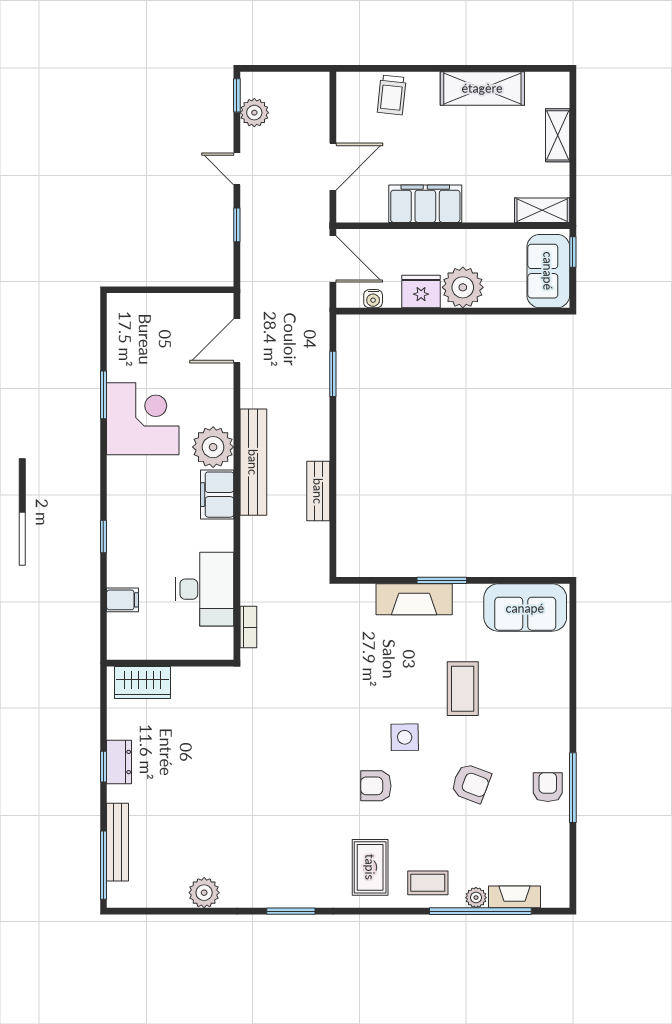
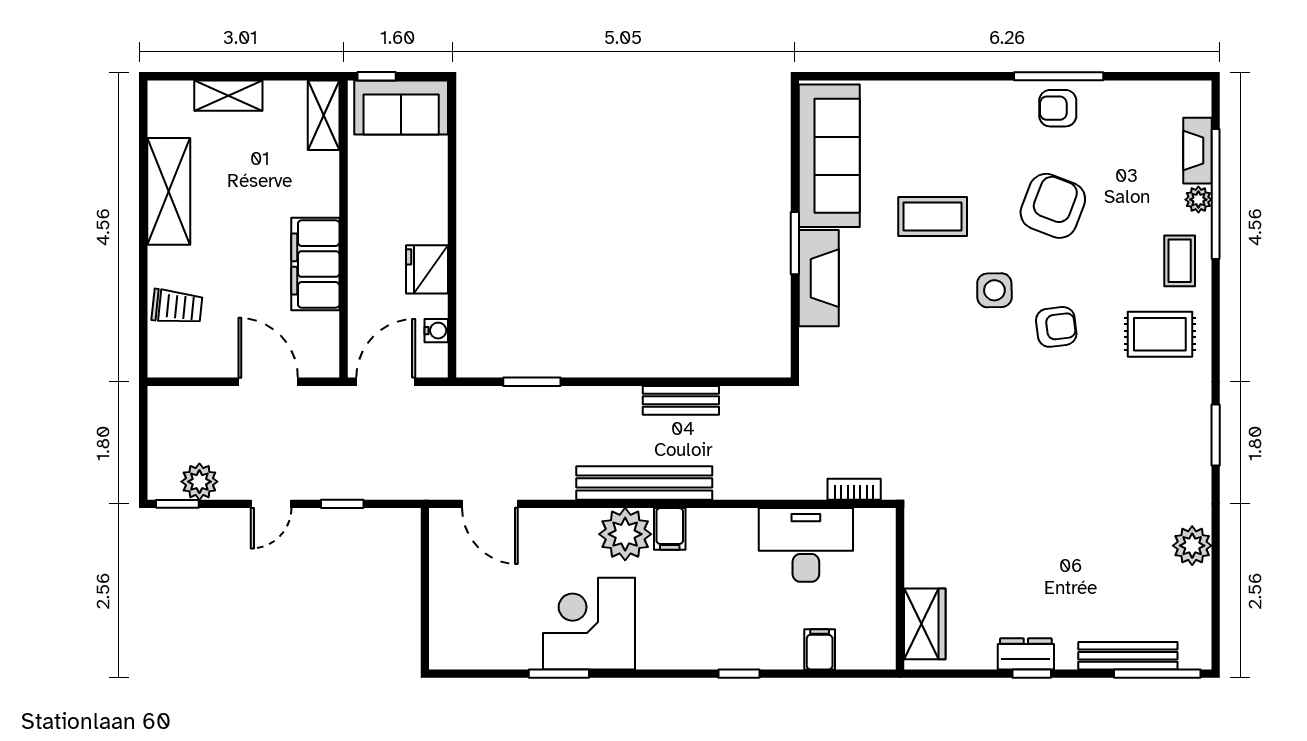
plant: (463, 287) -> (422, 216), removed
filing cabinet: (217, 495) -> (670, 529), width x0.50
sofa: (525, 608) -> (829, 156), width x1.36
armchair: (471, 783) -> (1053, 206), width x1.38, depth x1.38
armchair: (376, 786) -> (1056, 327), turned -97

